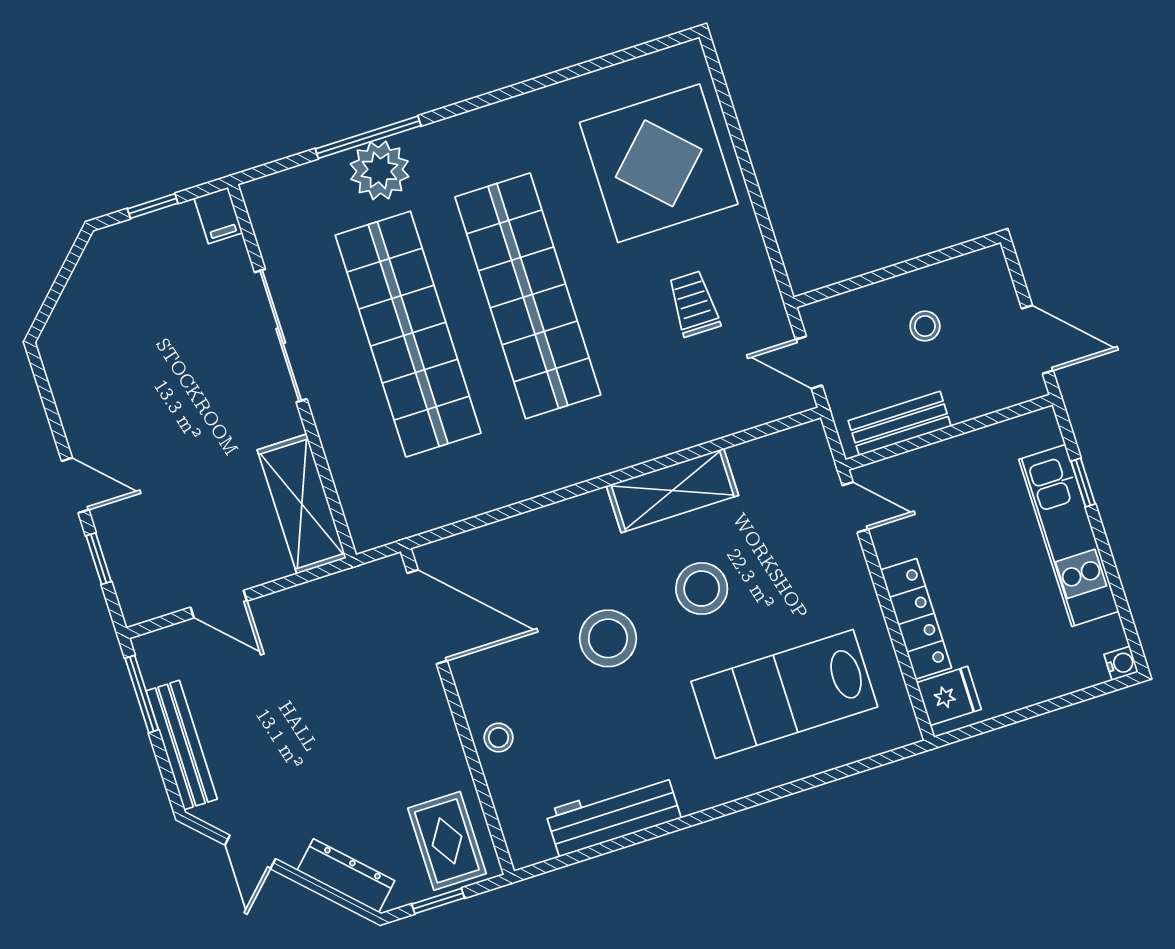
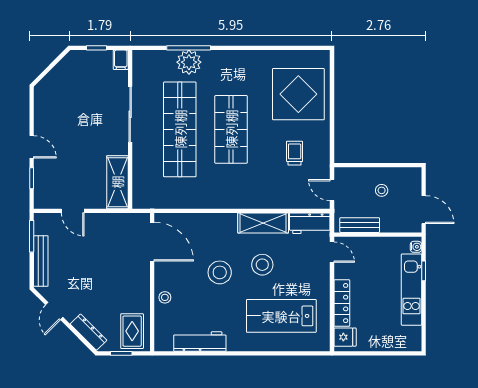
shop shelf: (528, 296) -> (231, 129), width x0.71
workbench: (782, 457) -> (310, 223), added
water cooler: (1121, 663) -> (416, 247), moved

